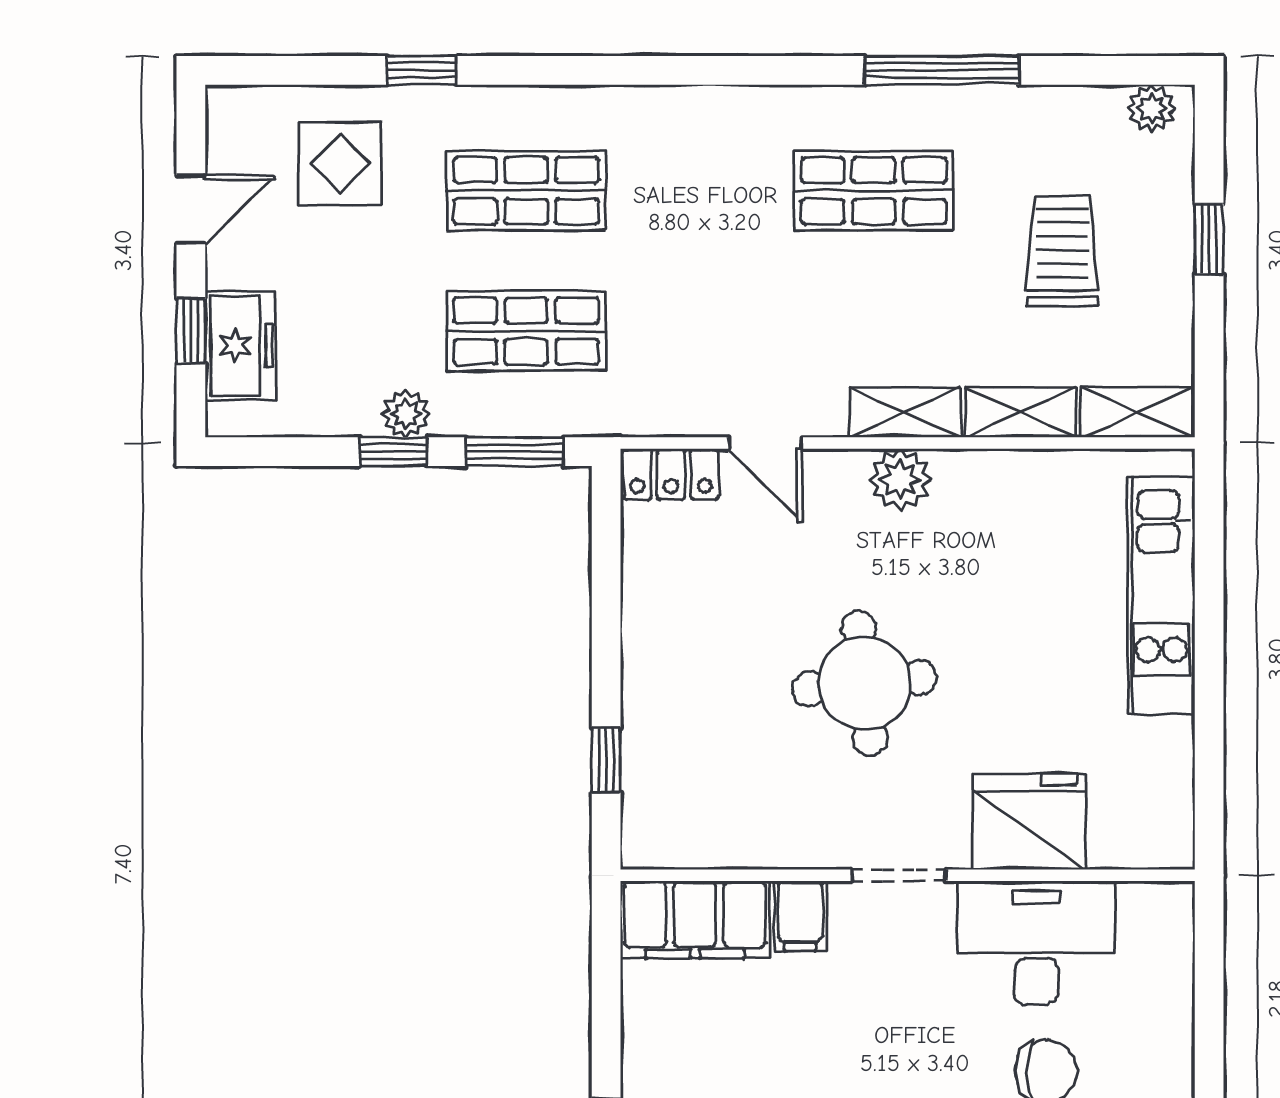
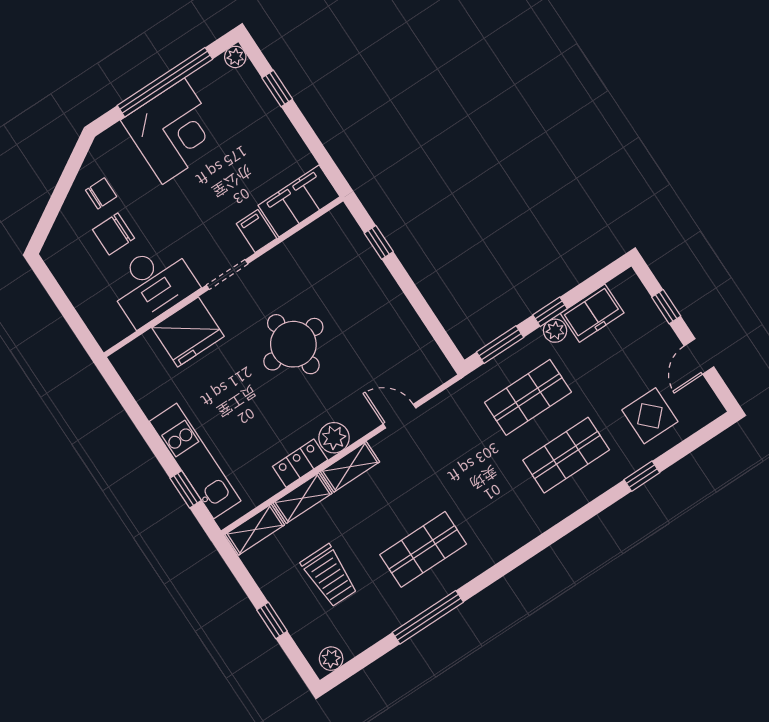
freezer: (240, 346) -> (592, 313), moved, turned -90
locker: (671, 474) -> (300, 463), moved
window: (1209, 558) -> (186, 489), added

